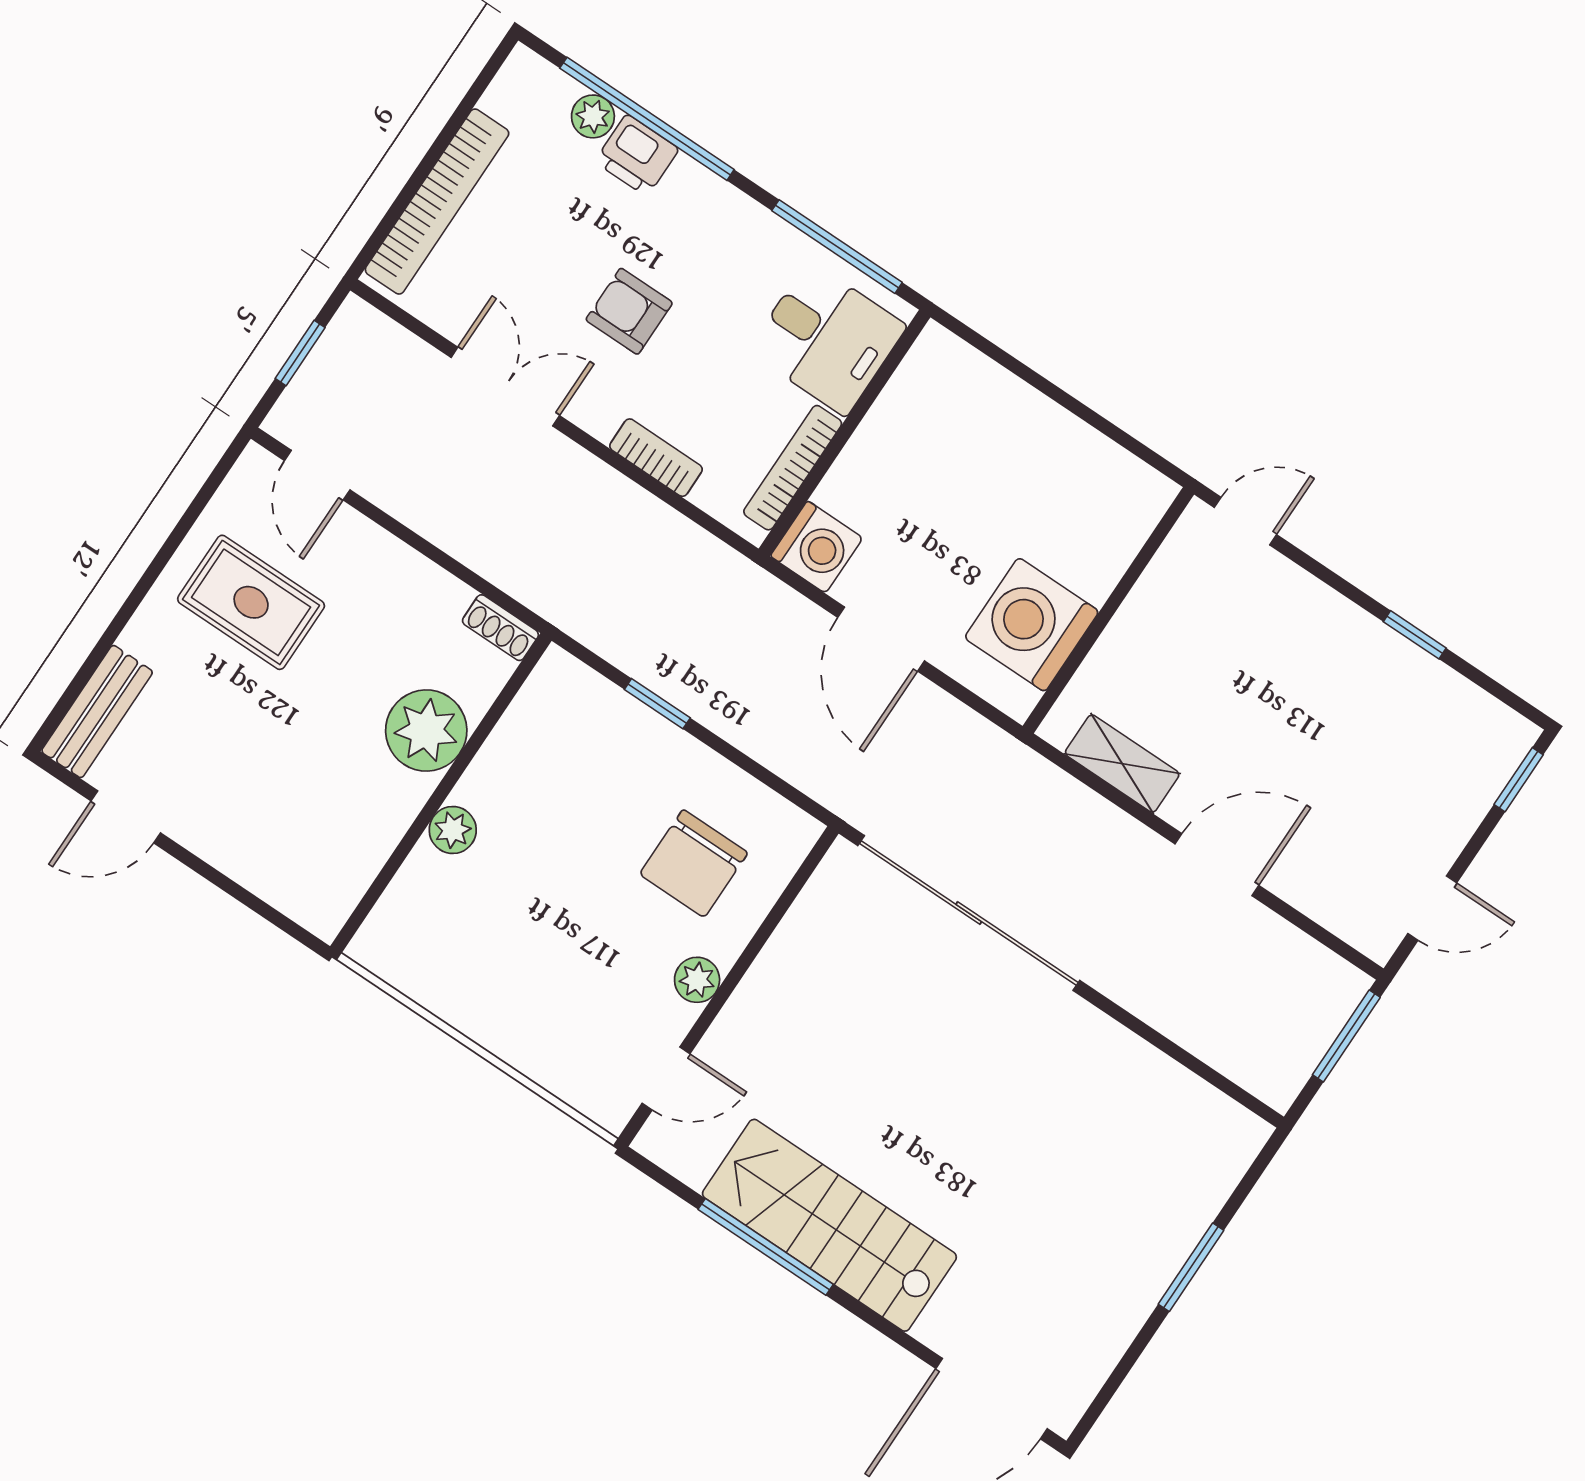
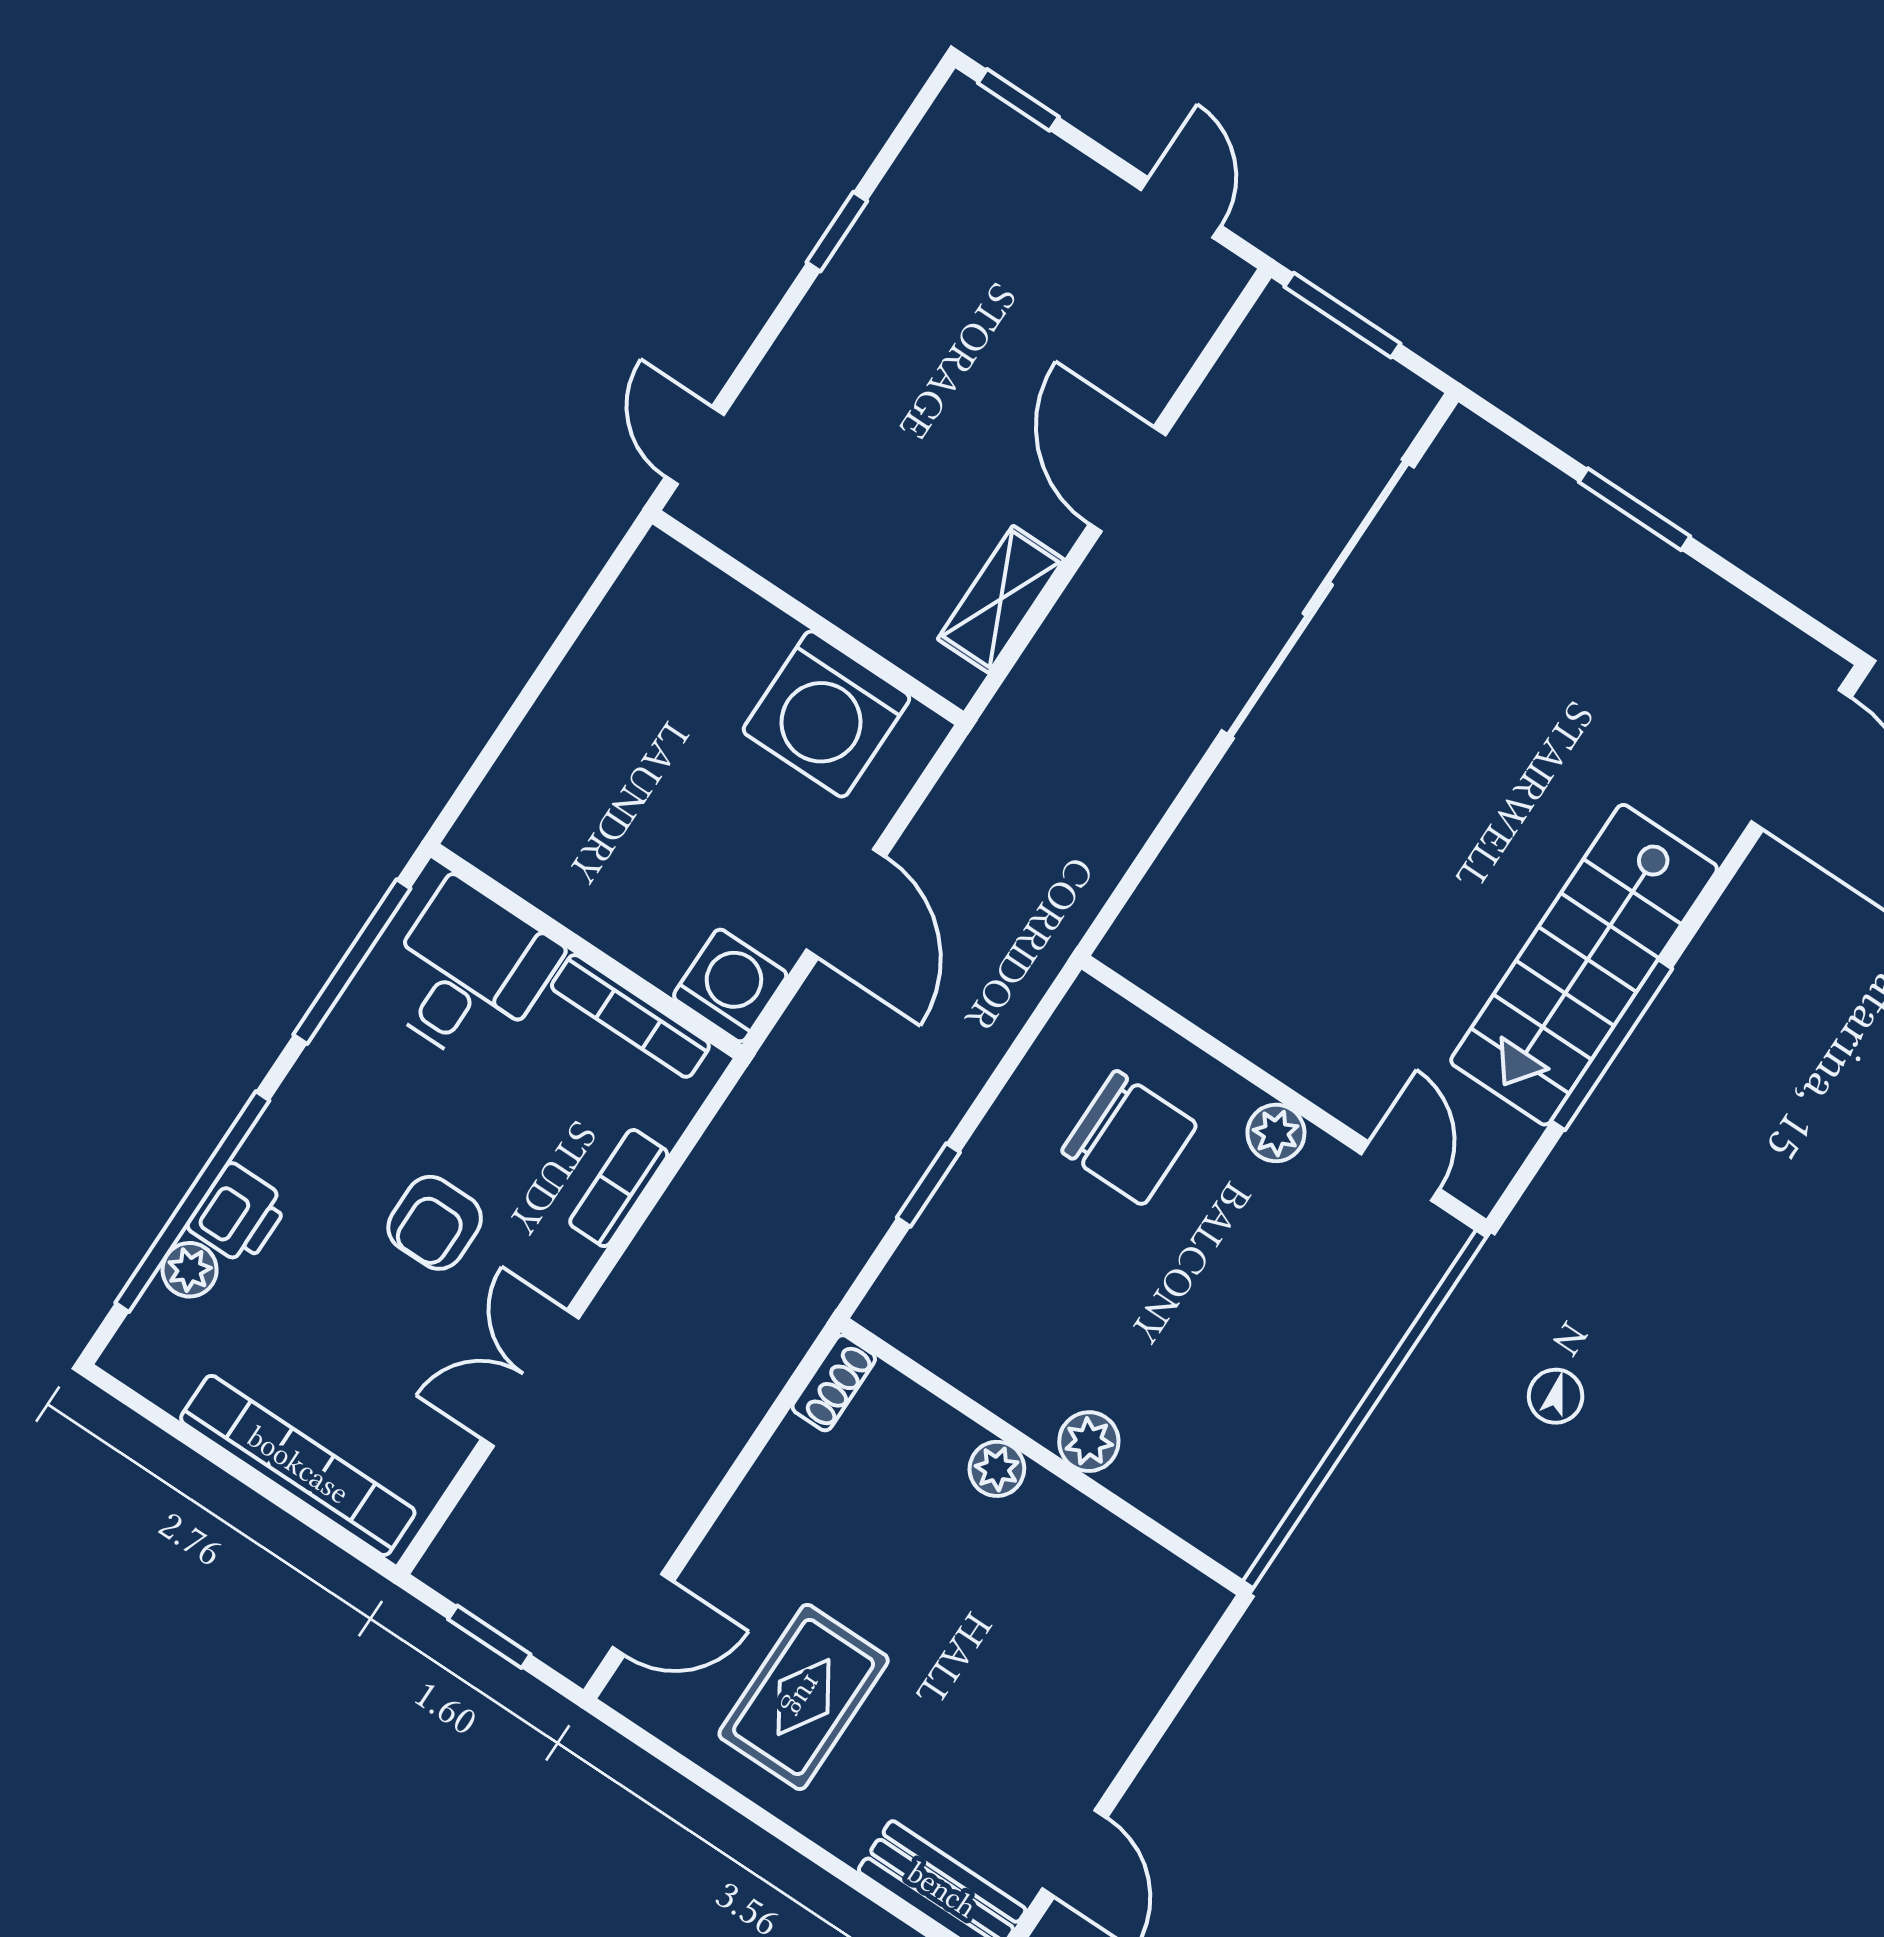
door: (881, 639) -> (846, 903), hinge flipped
plant: (426, 731) -> (997, 1469), width x0.53, depth x0.53
sliding door: (969, 913) -> (1318, 599), moved

